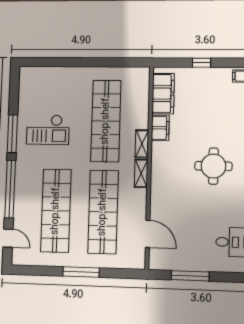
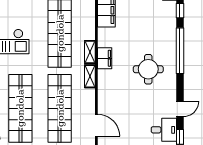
filing cabinet: (160, 128) -> (105, 58), moved

